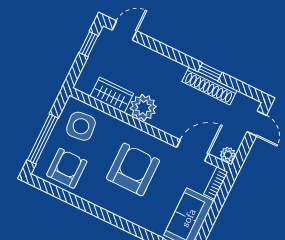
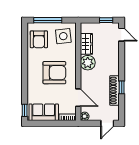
armchair: (67, 168) -> (39, 39), turned 90

